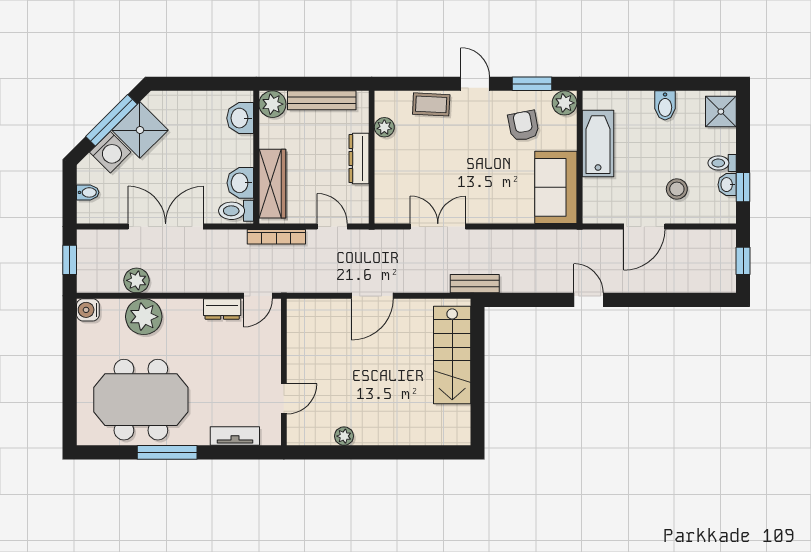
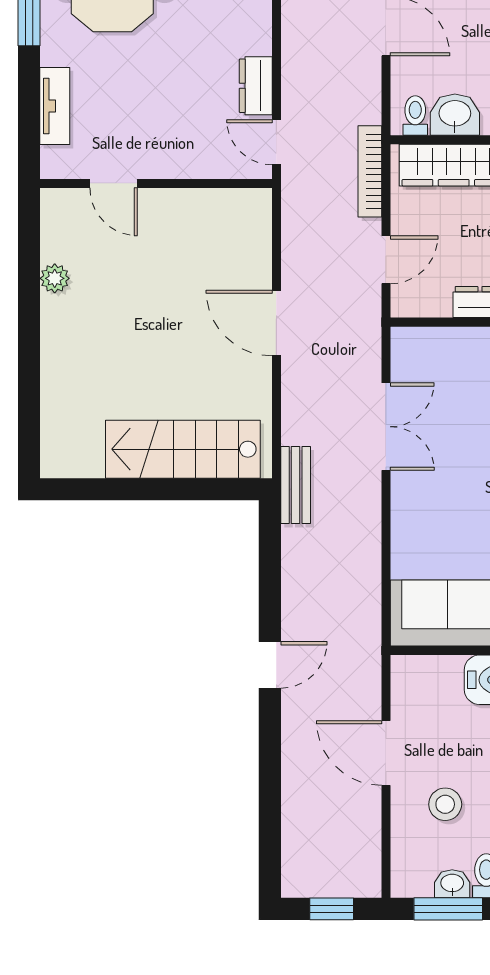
window: (743, 187) -> (448, 909), width x1.50
toilet: (236, 211) -> (415, 115), width x0.73, depth x0.72

